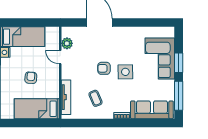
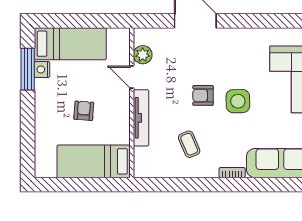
tv unit: (66, 97) -> (141, 118), moved

